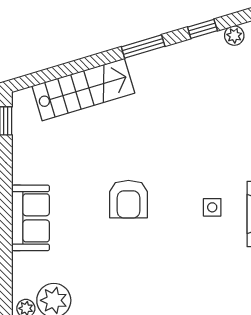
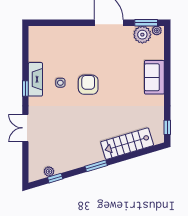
window: (202, 29) -> (55, 178), moved
armchair: (128, 199) -> (88, 85), moved

